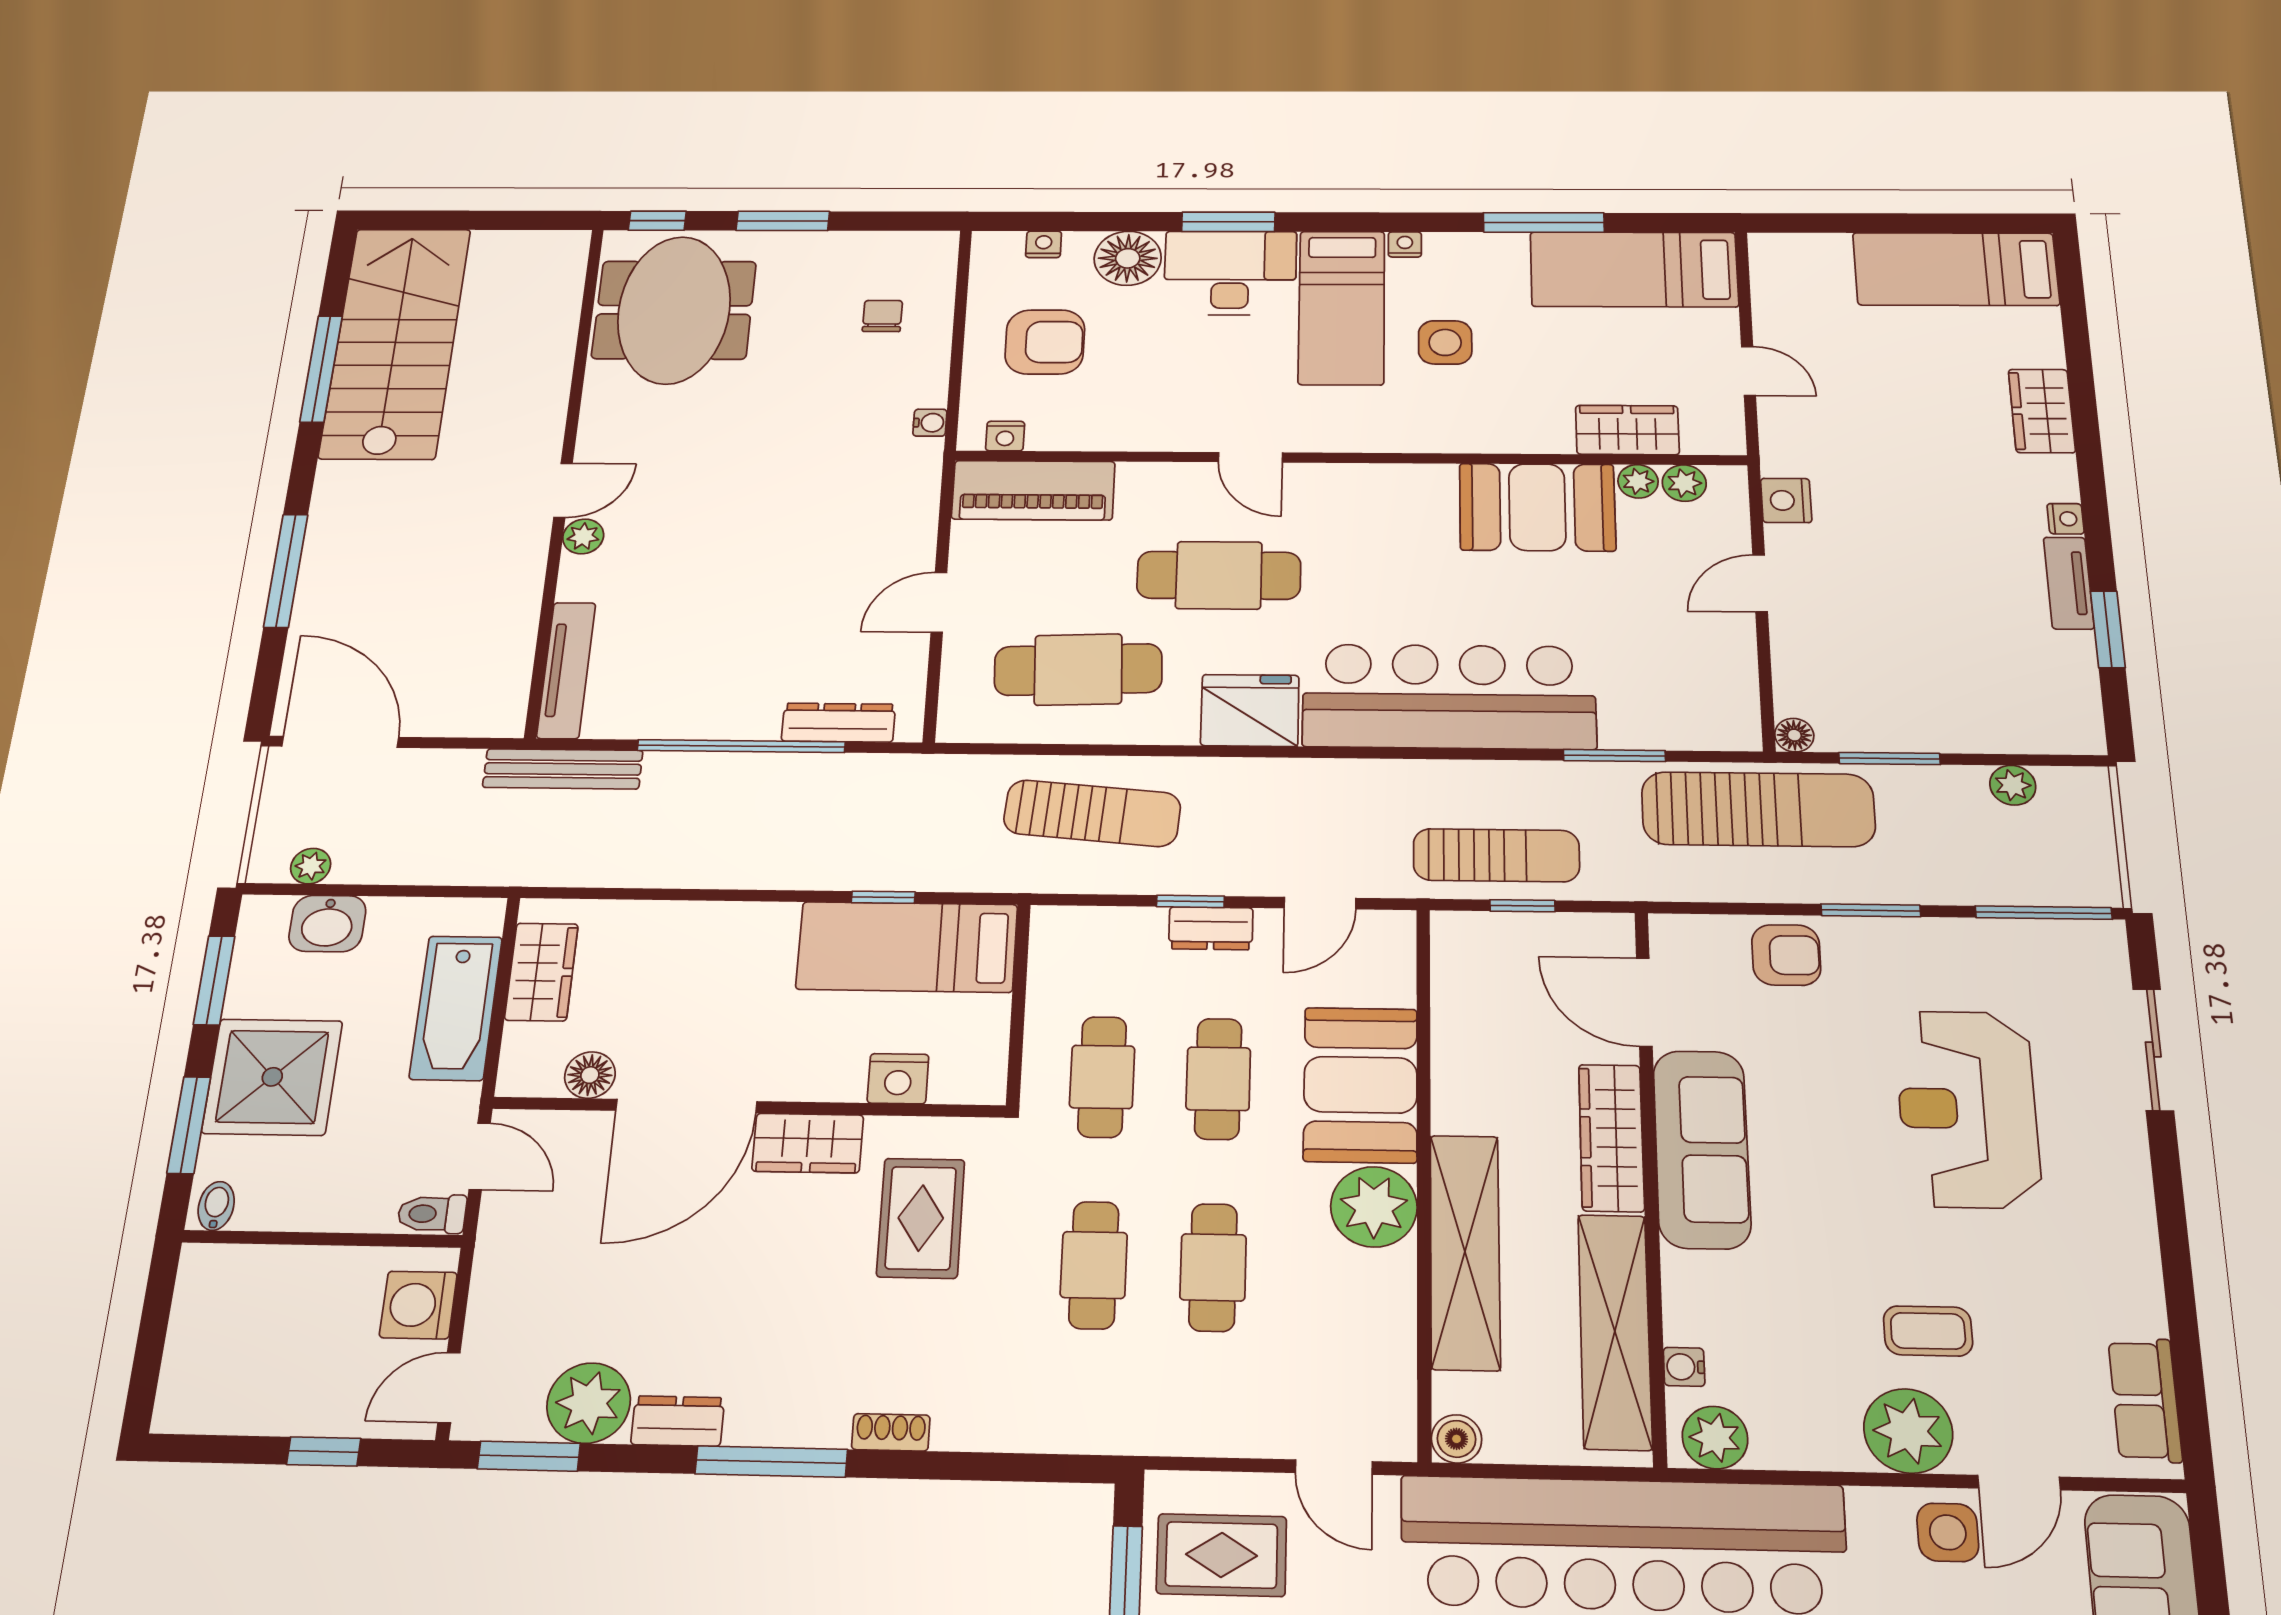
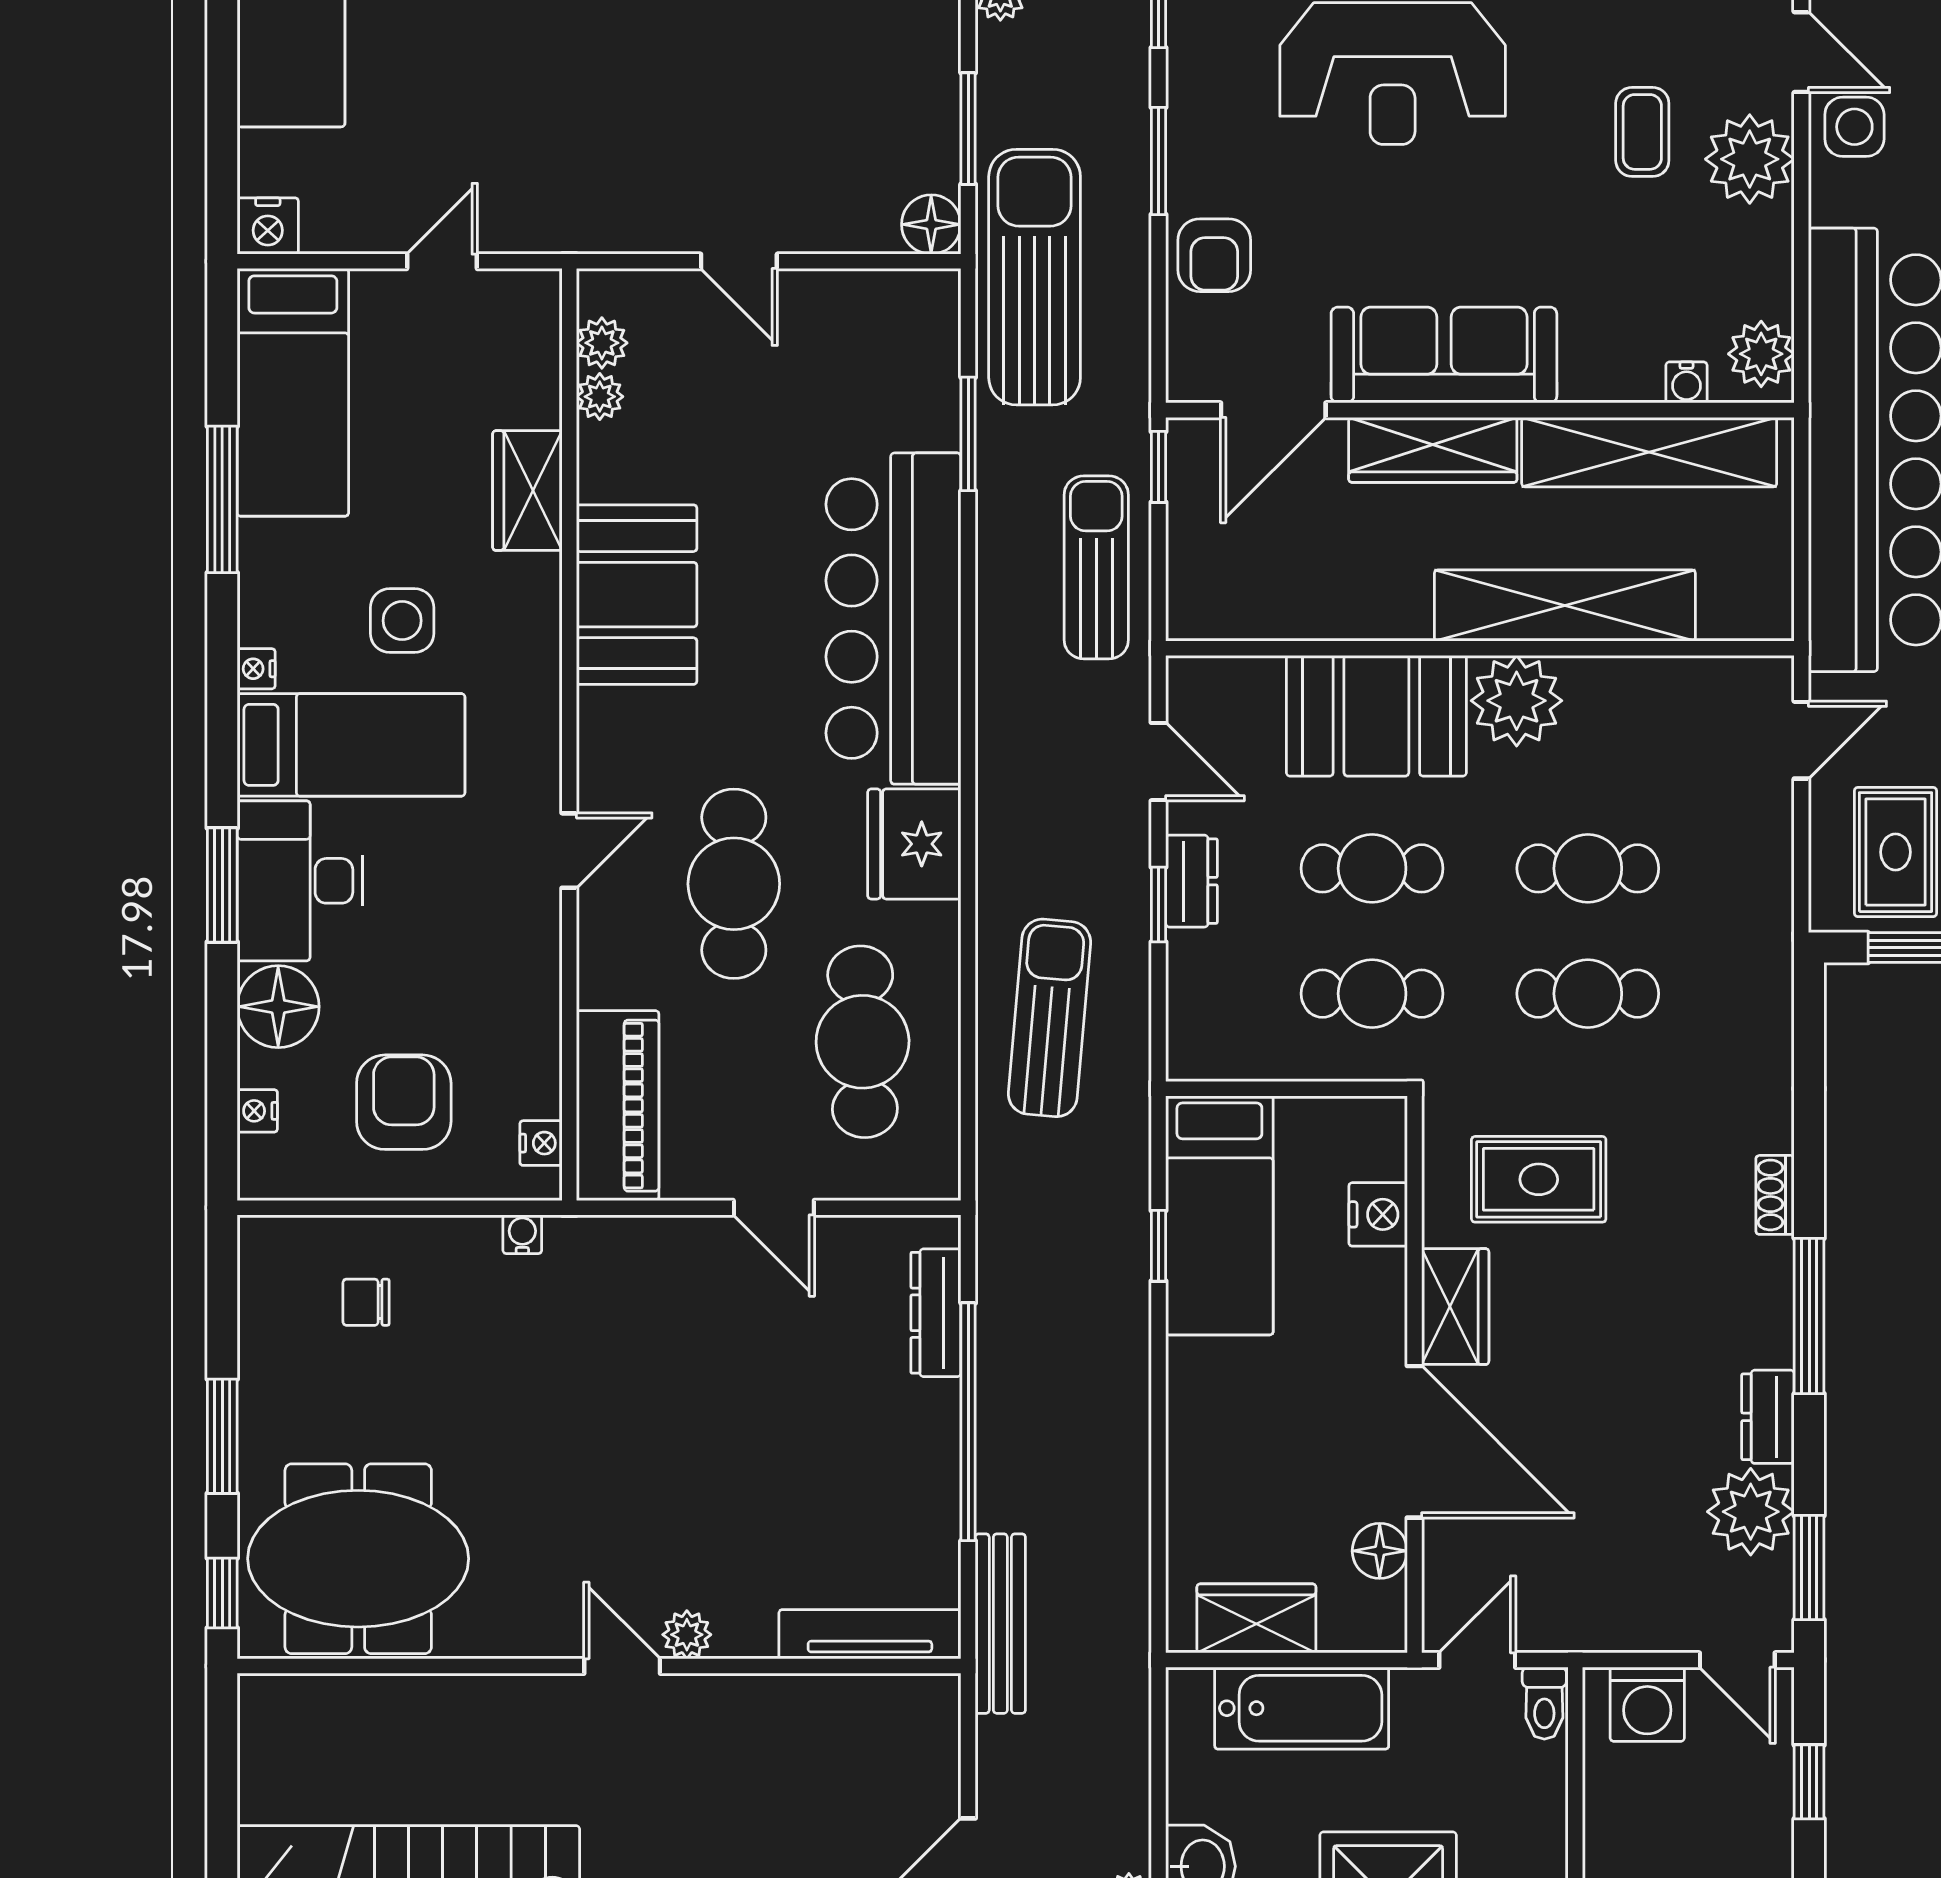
wardrobe: (1627, 430) -> (527, 491), moved
nightstand: (1786, 500) -> (268, 226), moved
booth: (1537, 507) -> (637, 595), moved
floor lamp: (1794, 735) -> (931, 224), width x1.37, depth x1.37
window: (1522, 906) -> (1159, 467), moved
armchair: (1786, 955) -> (1214, 255), turned 180
boiler: (1457, 1439) -> (1769, 616), removed

